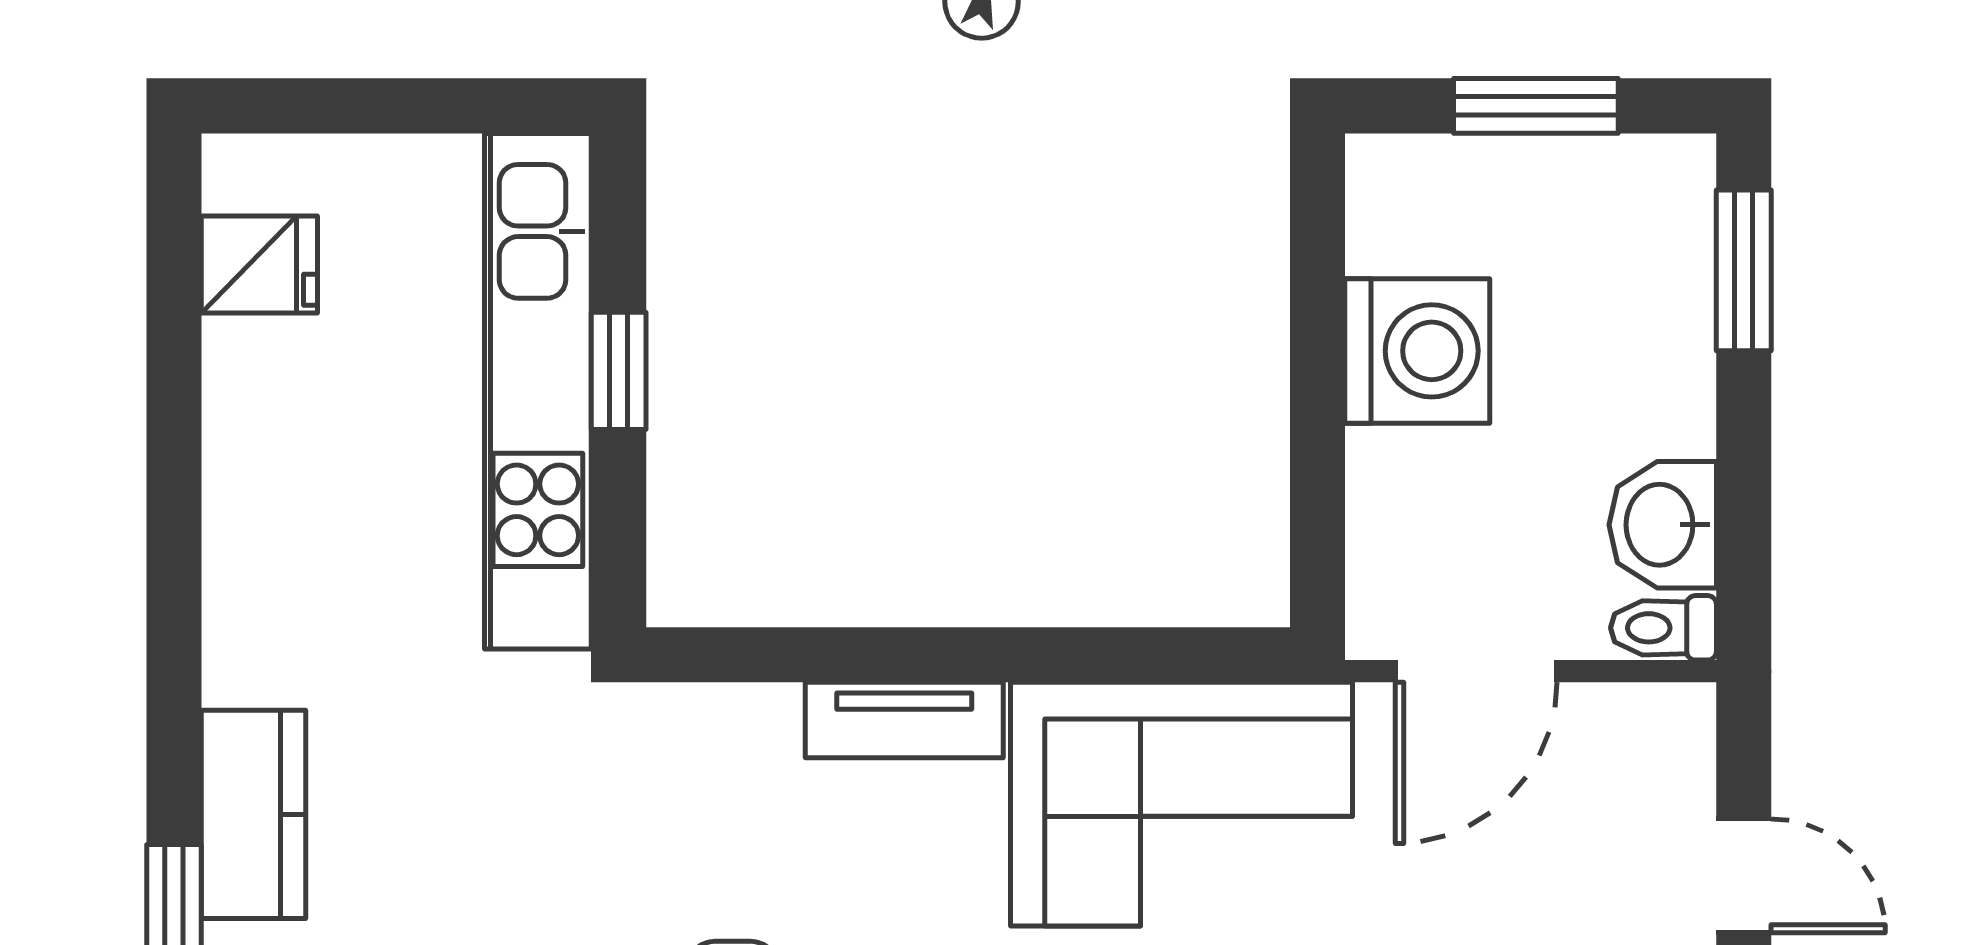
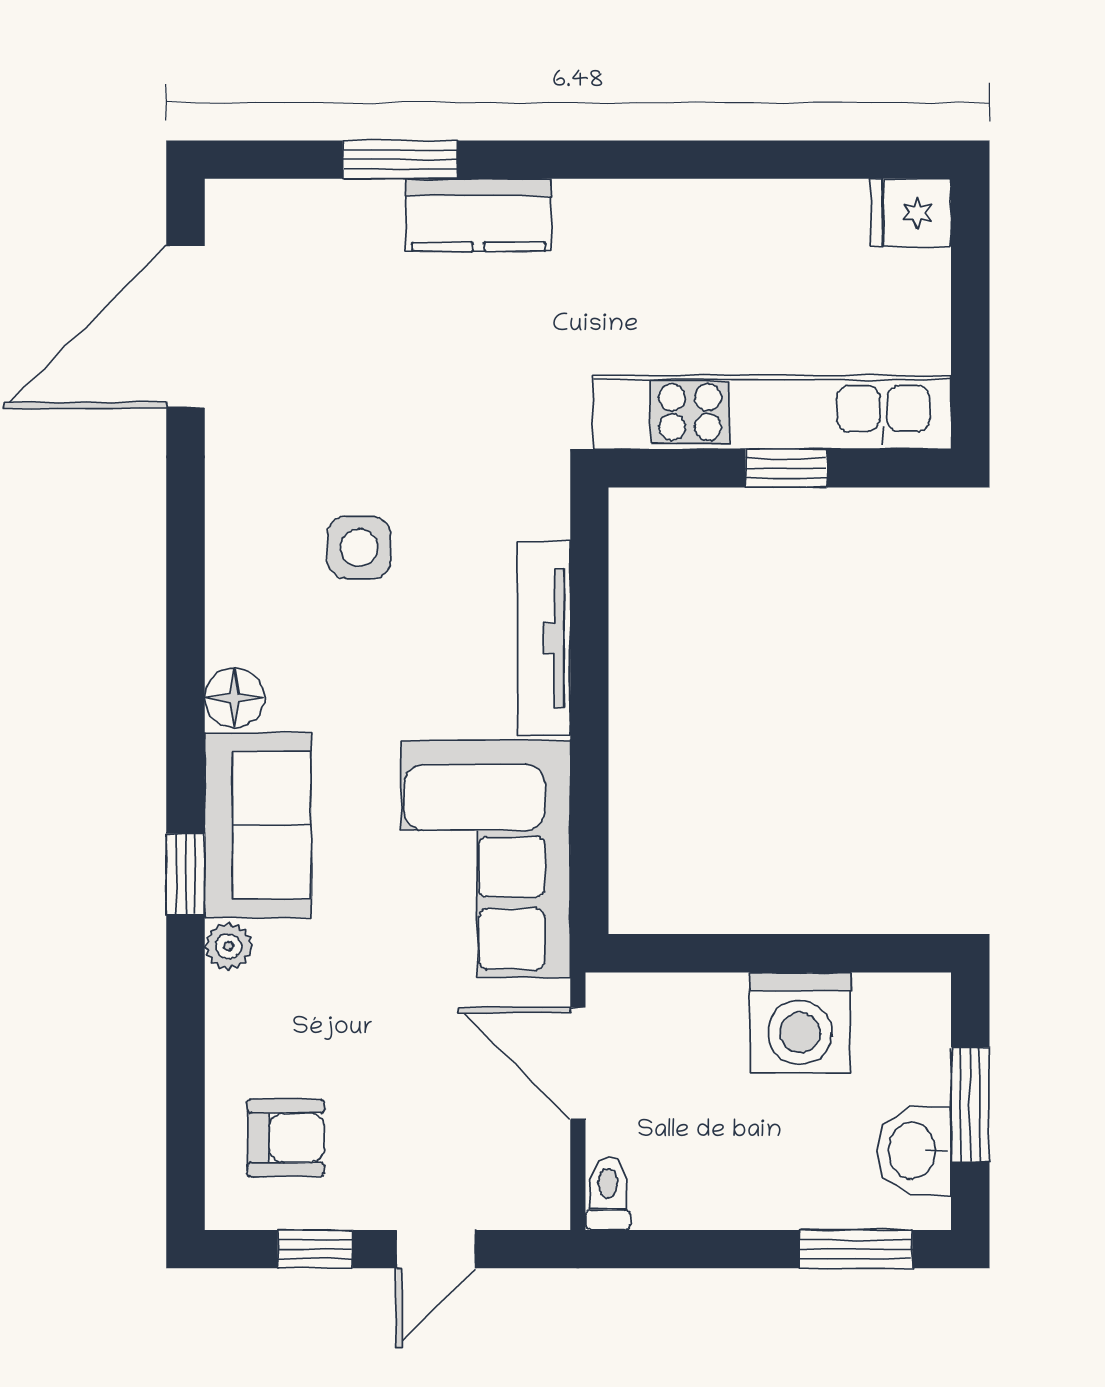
fridge: (259, 264) -> (911, 213), moved, turned 90
washbasin: (1663, 525) -> (914, 1151), moved, turned -90
tv unit: (904, 720) -> (544, 638), width x1.41

